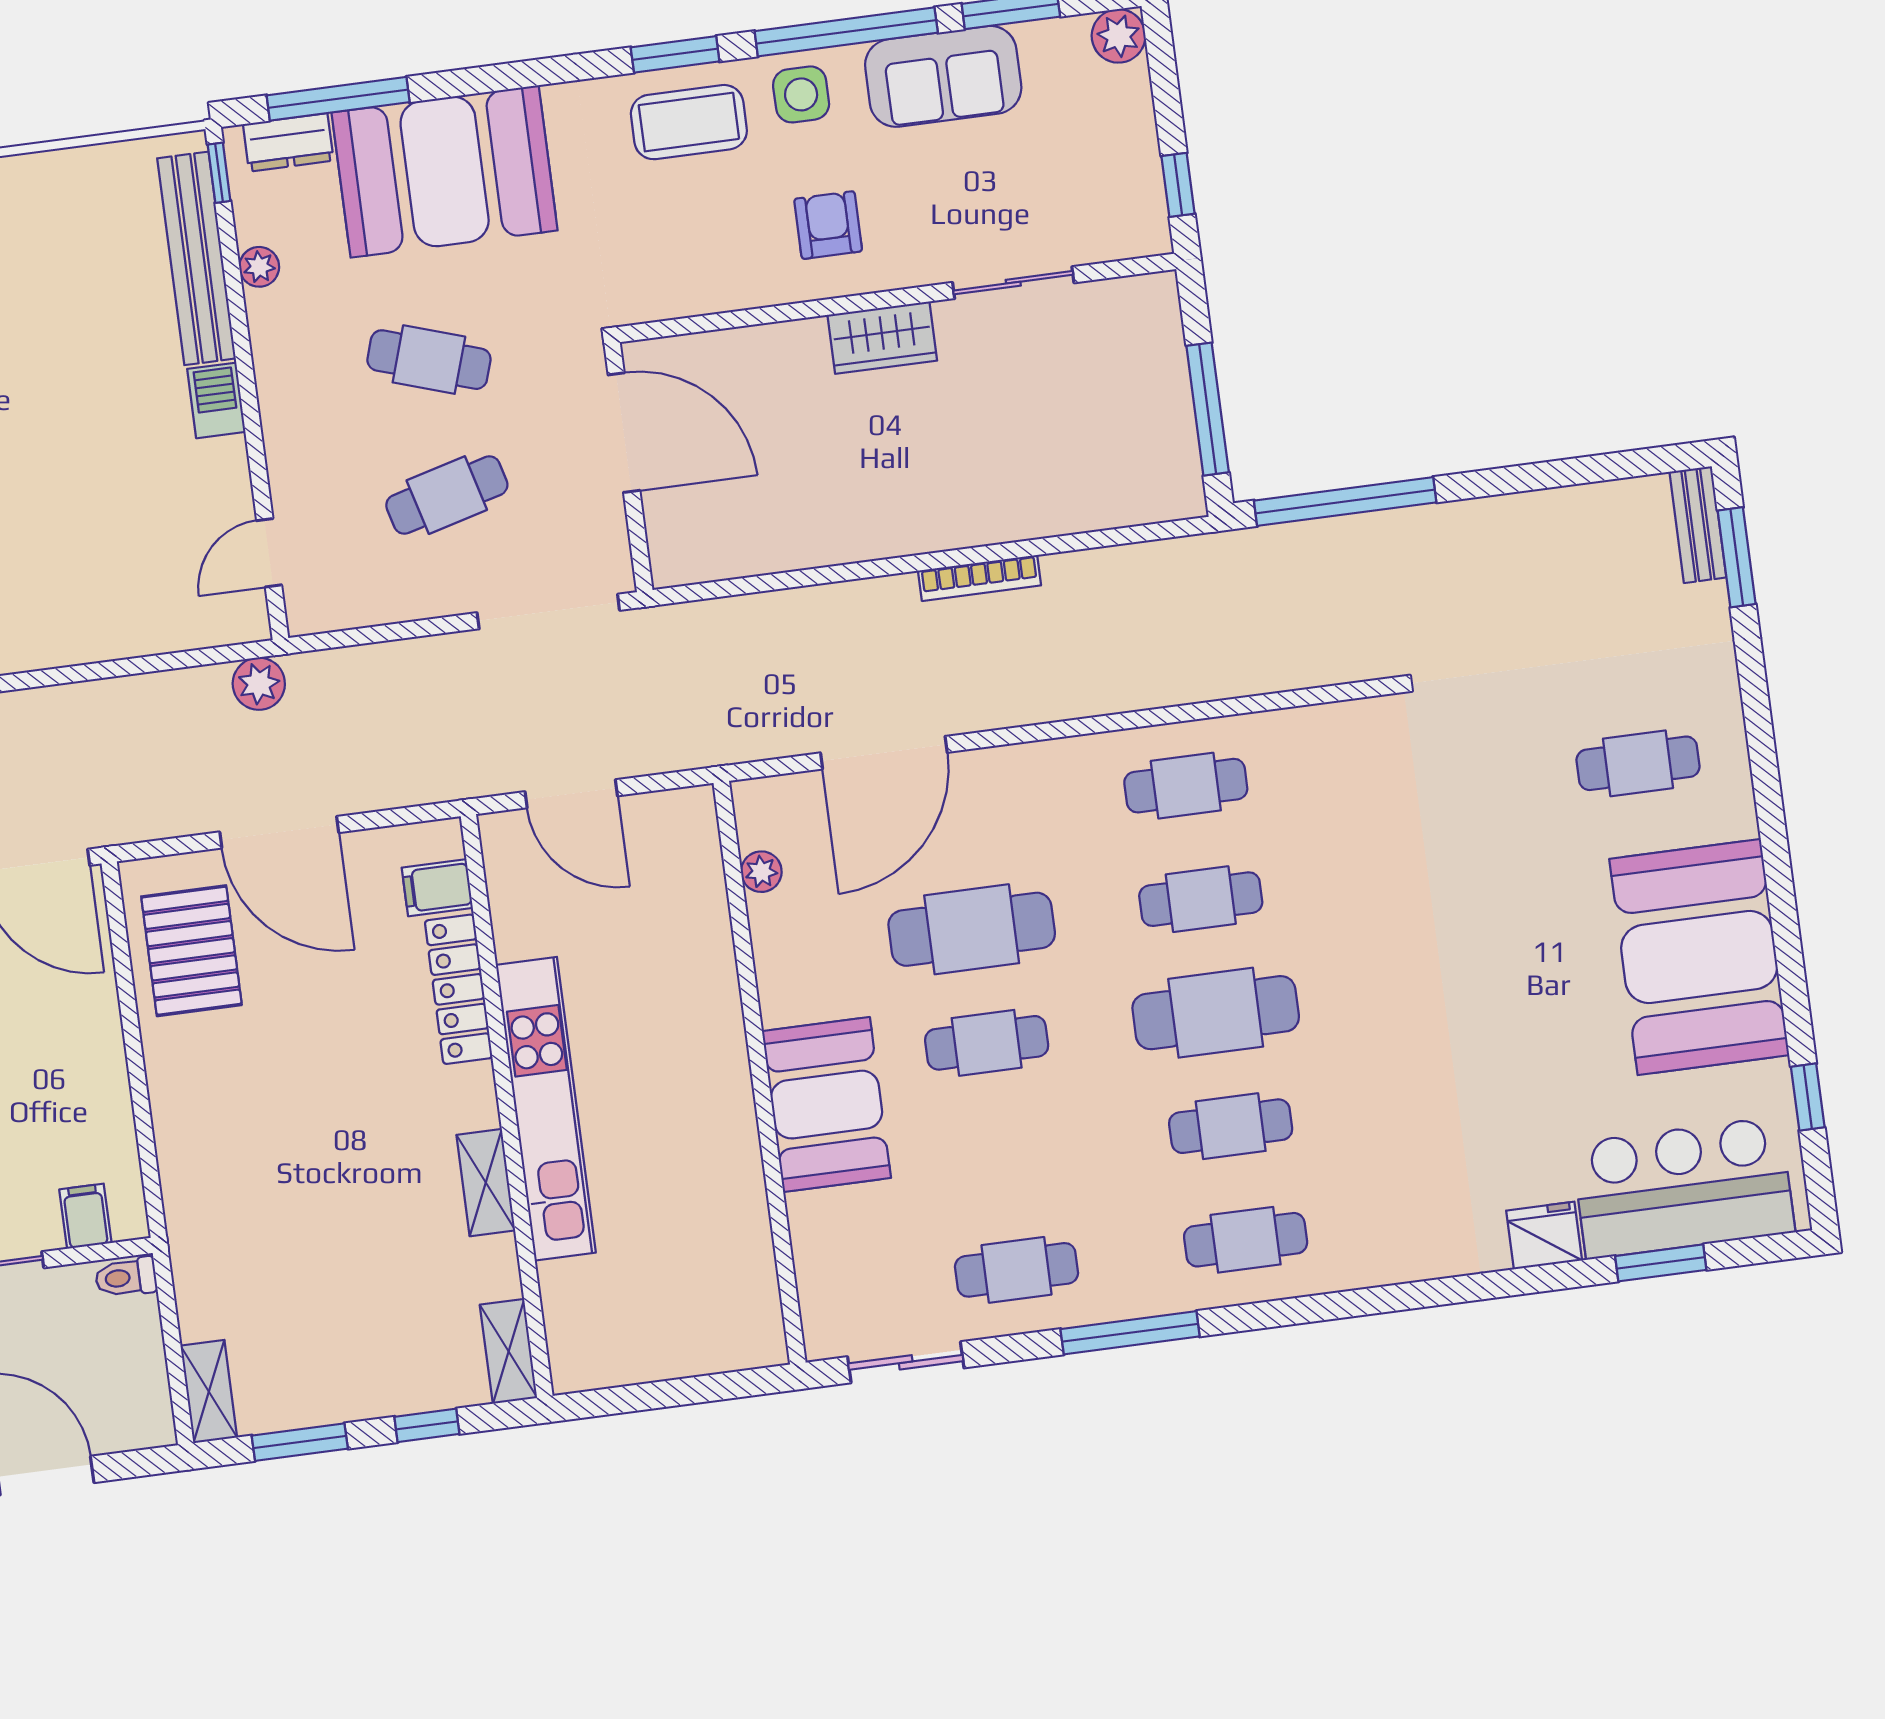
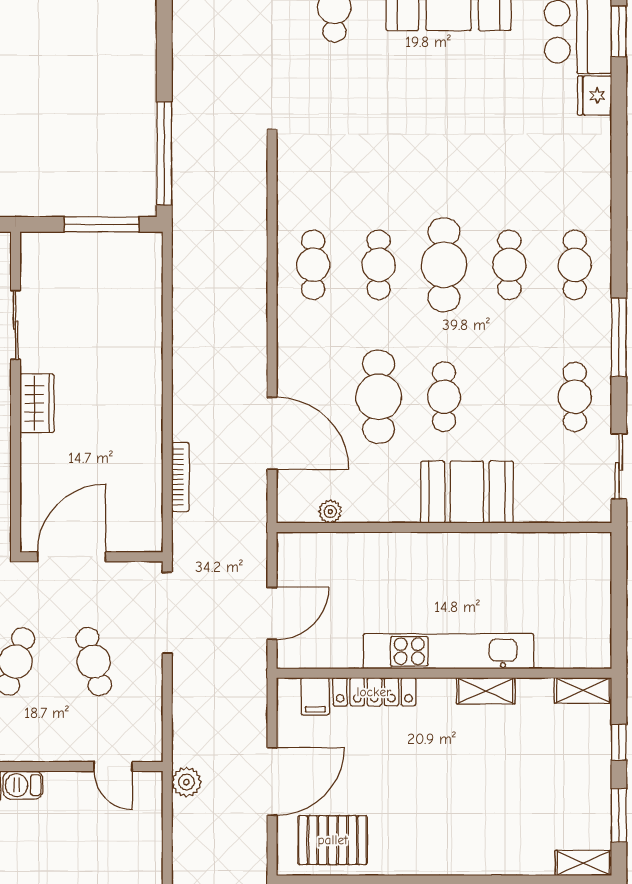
bookcase: (979, 578) -> (180, 477), moved

